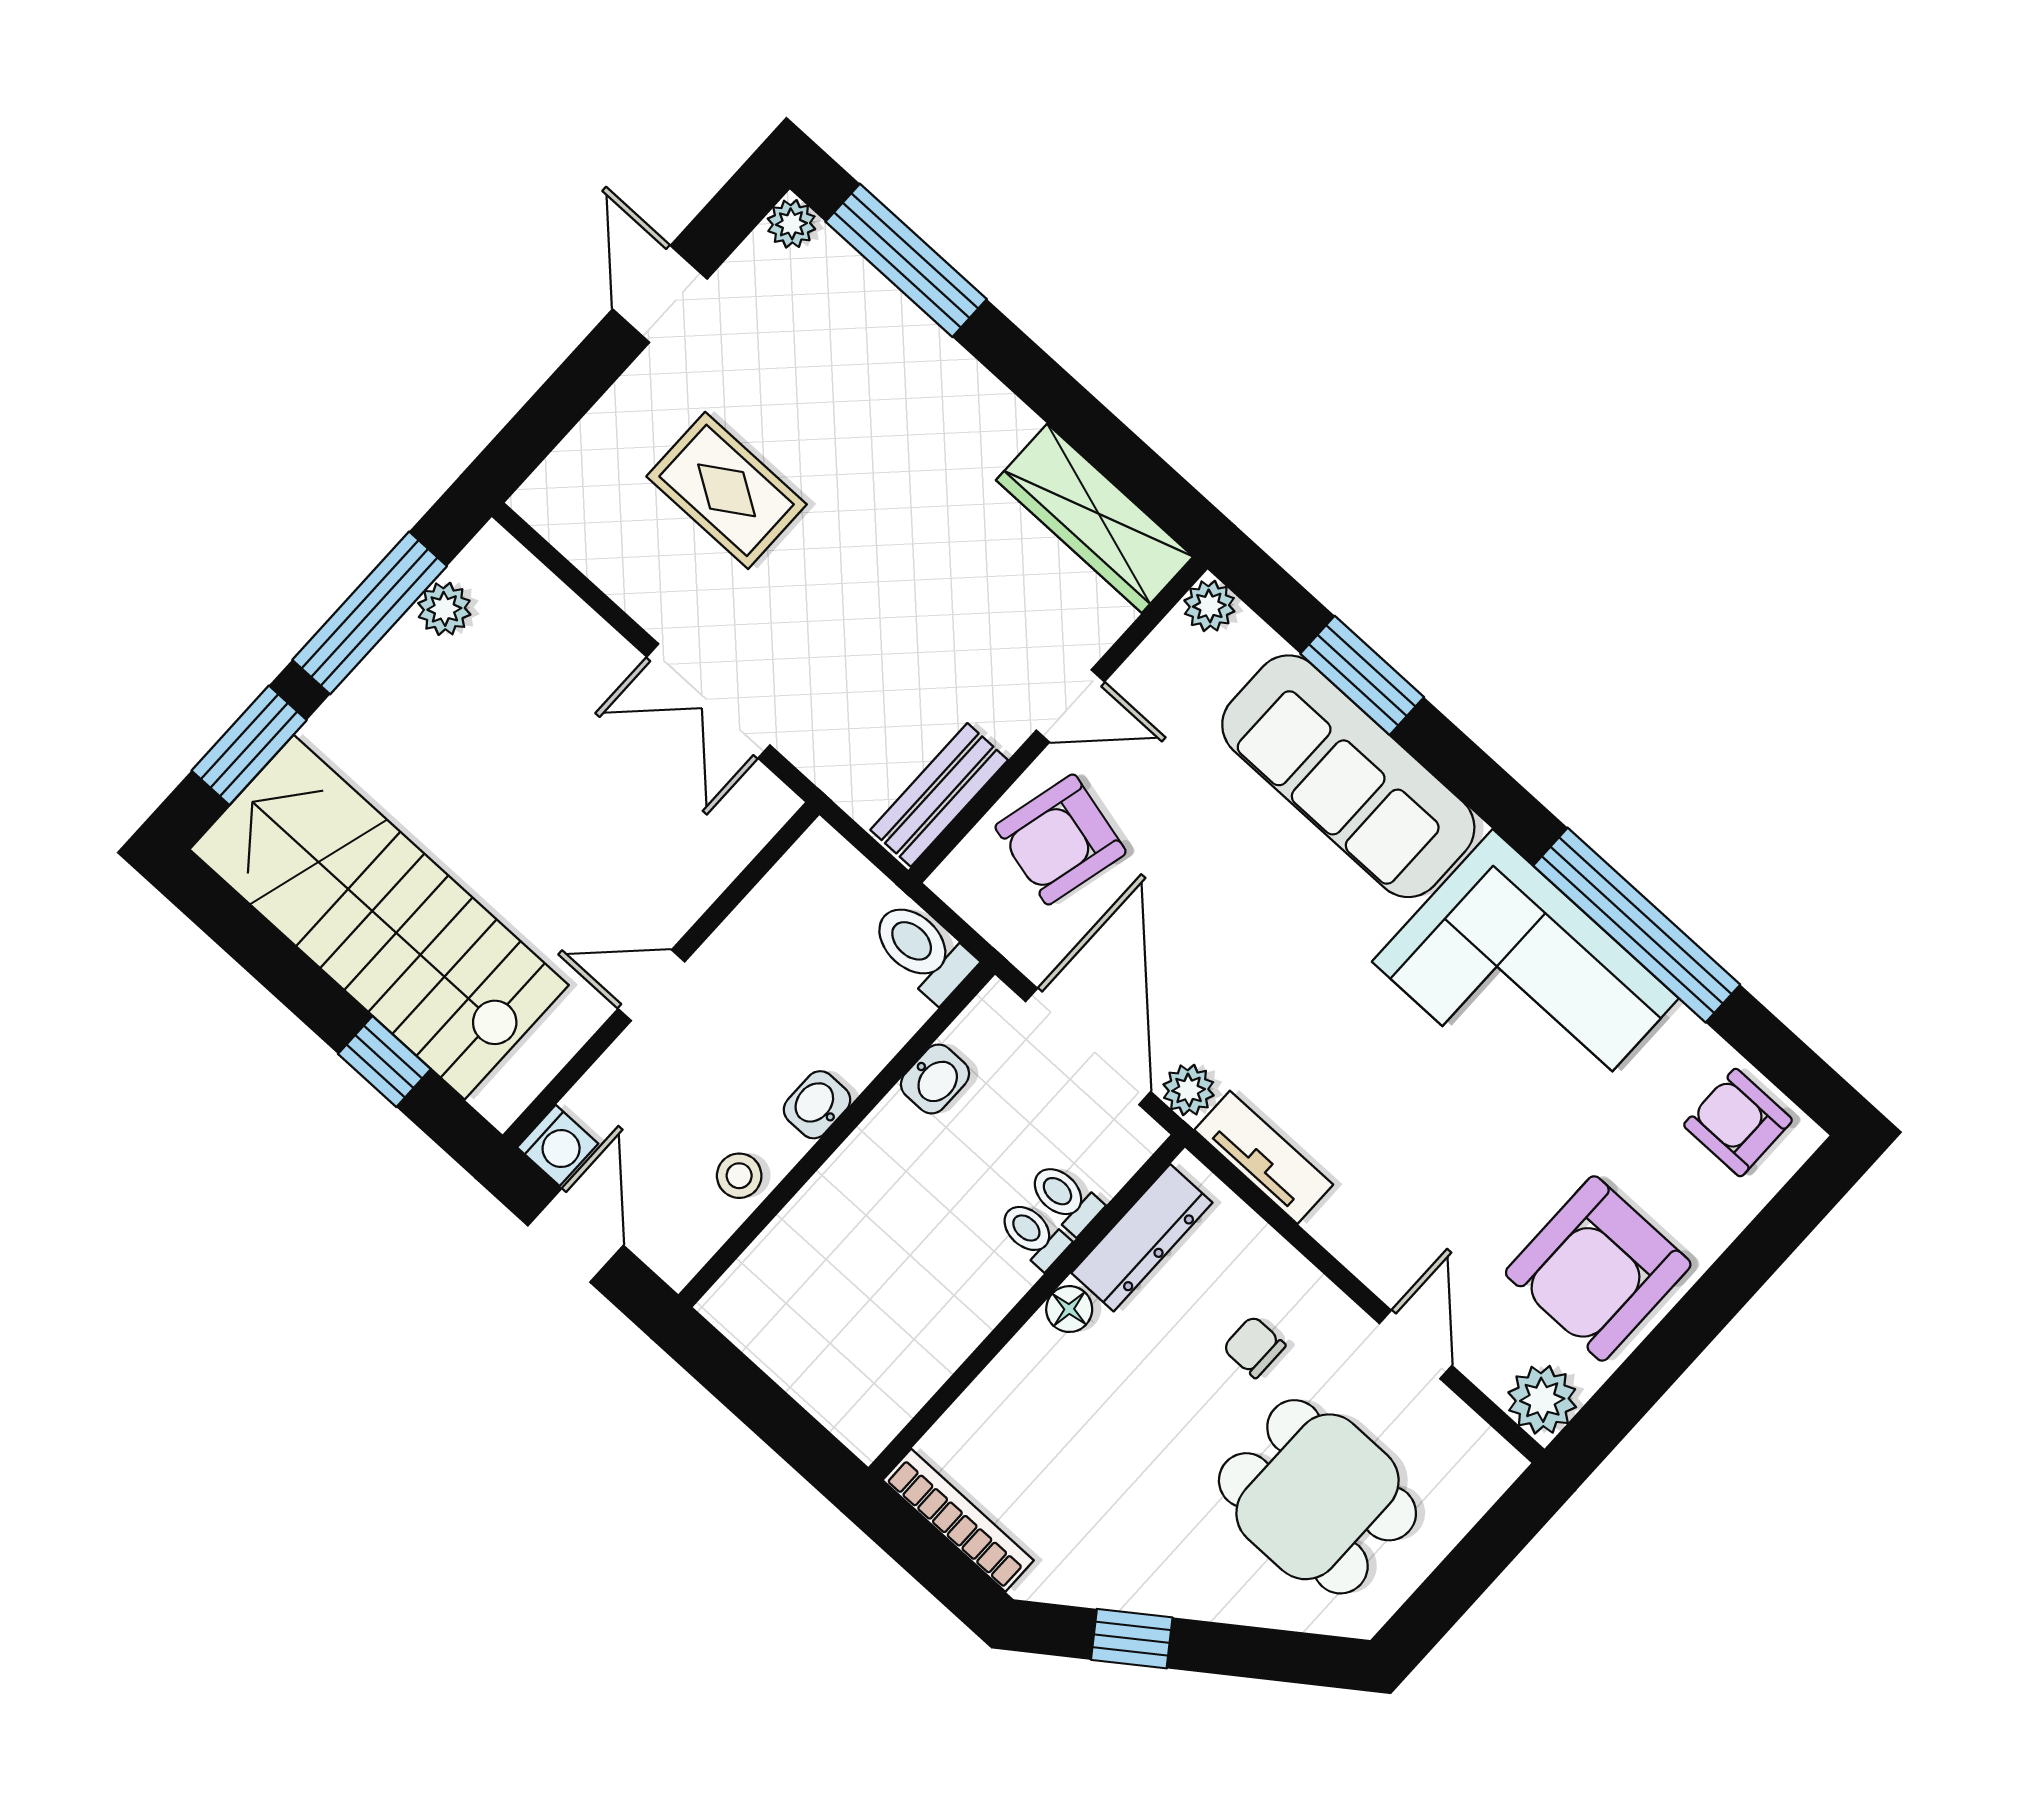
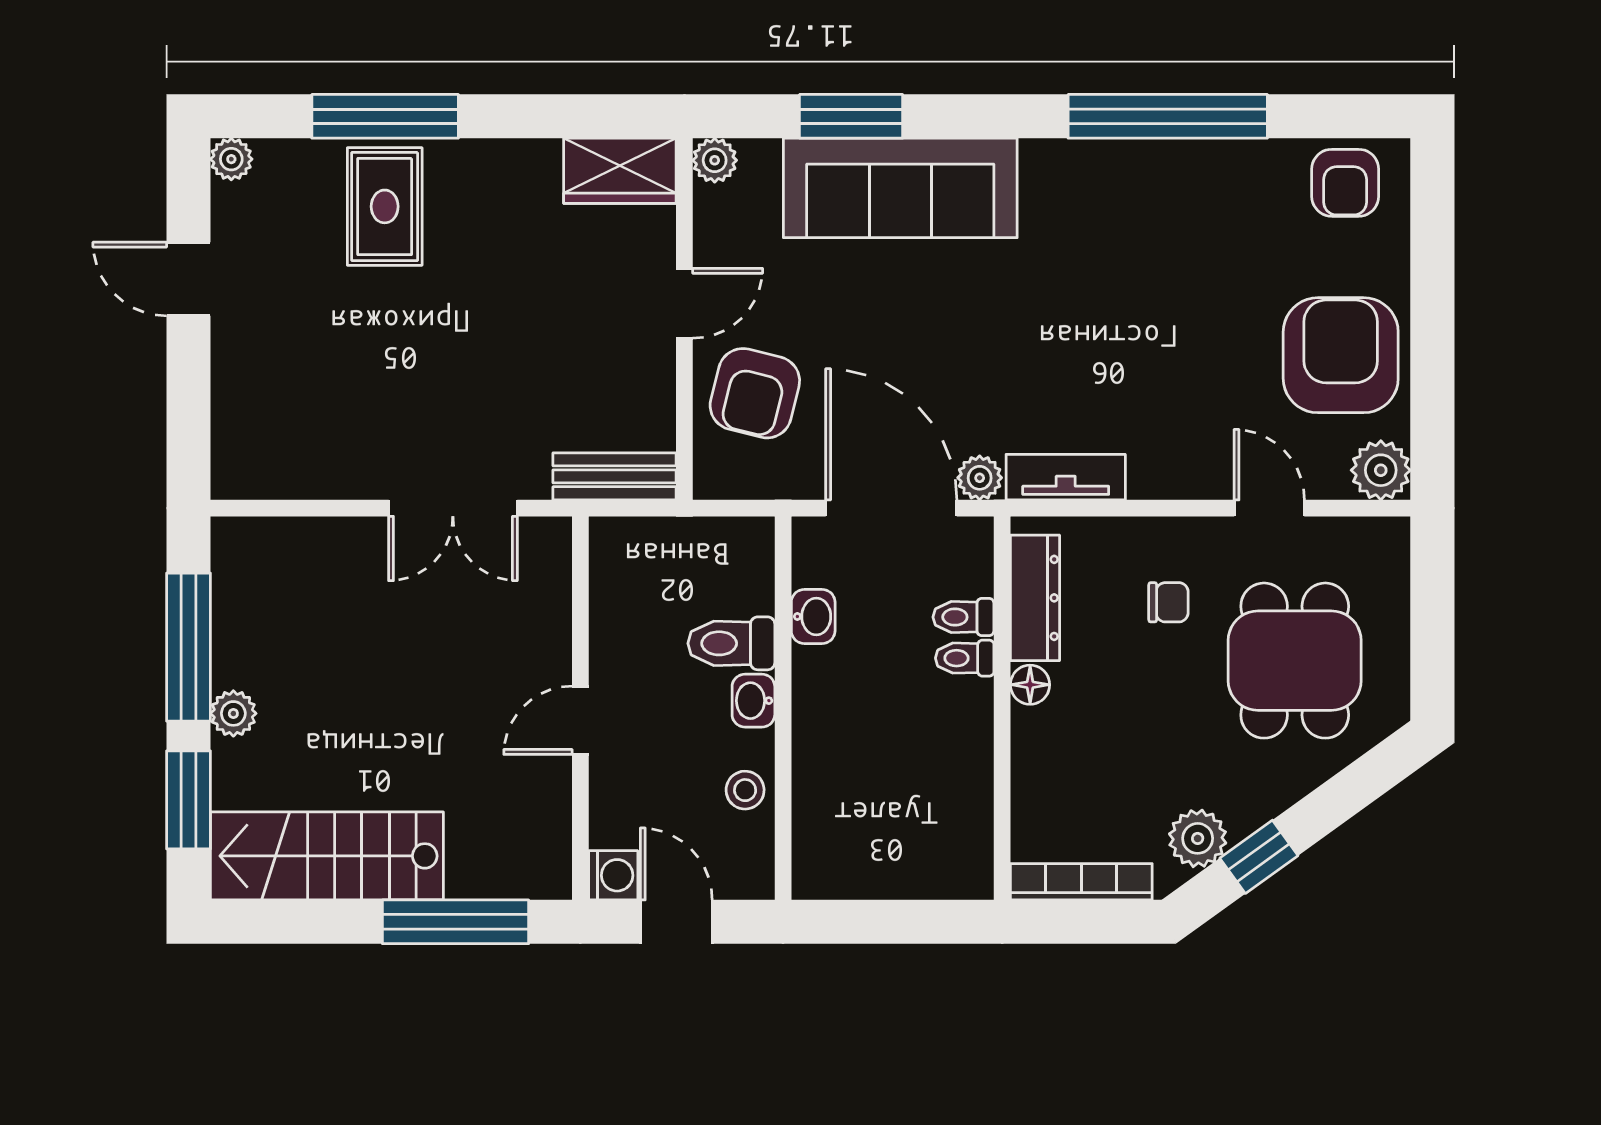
window: (906, 260) -> (385, 116), moved
rug: (727, 490) -> (385, 206), moved, turned 90
wardrobe: (1095, 518) -> (620, 171), width x0.67
plant: (444, 609) -> (233, 713), moved
bench: (939, 795) -> (615, 476), moved, turned 90
stairs: (379, 917) -> (327, 856), width x0.73, depth x0.66
toilet: (922, 950) -> (731, 643), moved
corner sofa: (1525, 980) -> (1129, 215), removed
window: (384, 1061) -> (456, 922), width x2.17
armchair: (1738, 1123) -> (1345, 183), turned -90
armchair: (1598, 1268) -> (1341, 355), turned 180
chair: (1254, 1347) -> (1168, 602), turned 180
dining table: (1317, 1497) -> (1295, 661), turned 90
plant: (1093, 1574) -> (1198, 838), added

